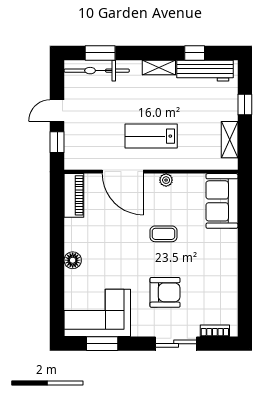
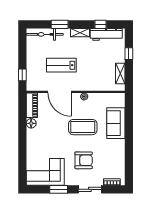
window: (100, 53) -> (60, 24), moved
door: (57, 111) -> (22, 57), removed
lab bench: (151, 136) -> (61, 65), moved
sofa: (222, 201) -> (116, 123), moved
coffee table: (164, 234) -> (83, 127), width x1.86, depth x1.72
floor lamp: (73, 260) -> (31, 123), moved
window: (102, 344) -> (59, 189), moved

